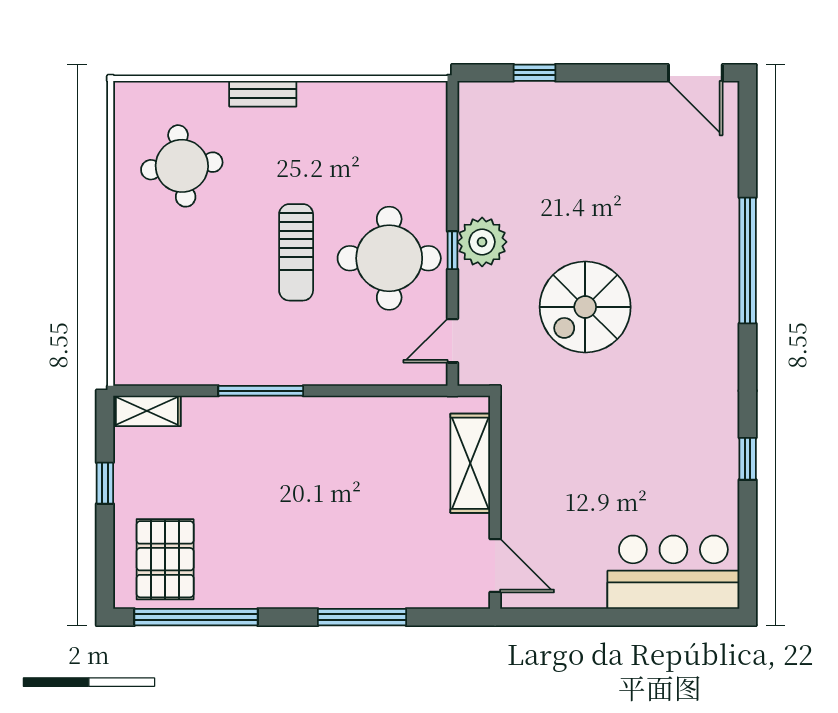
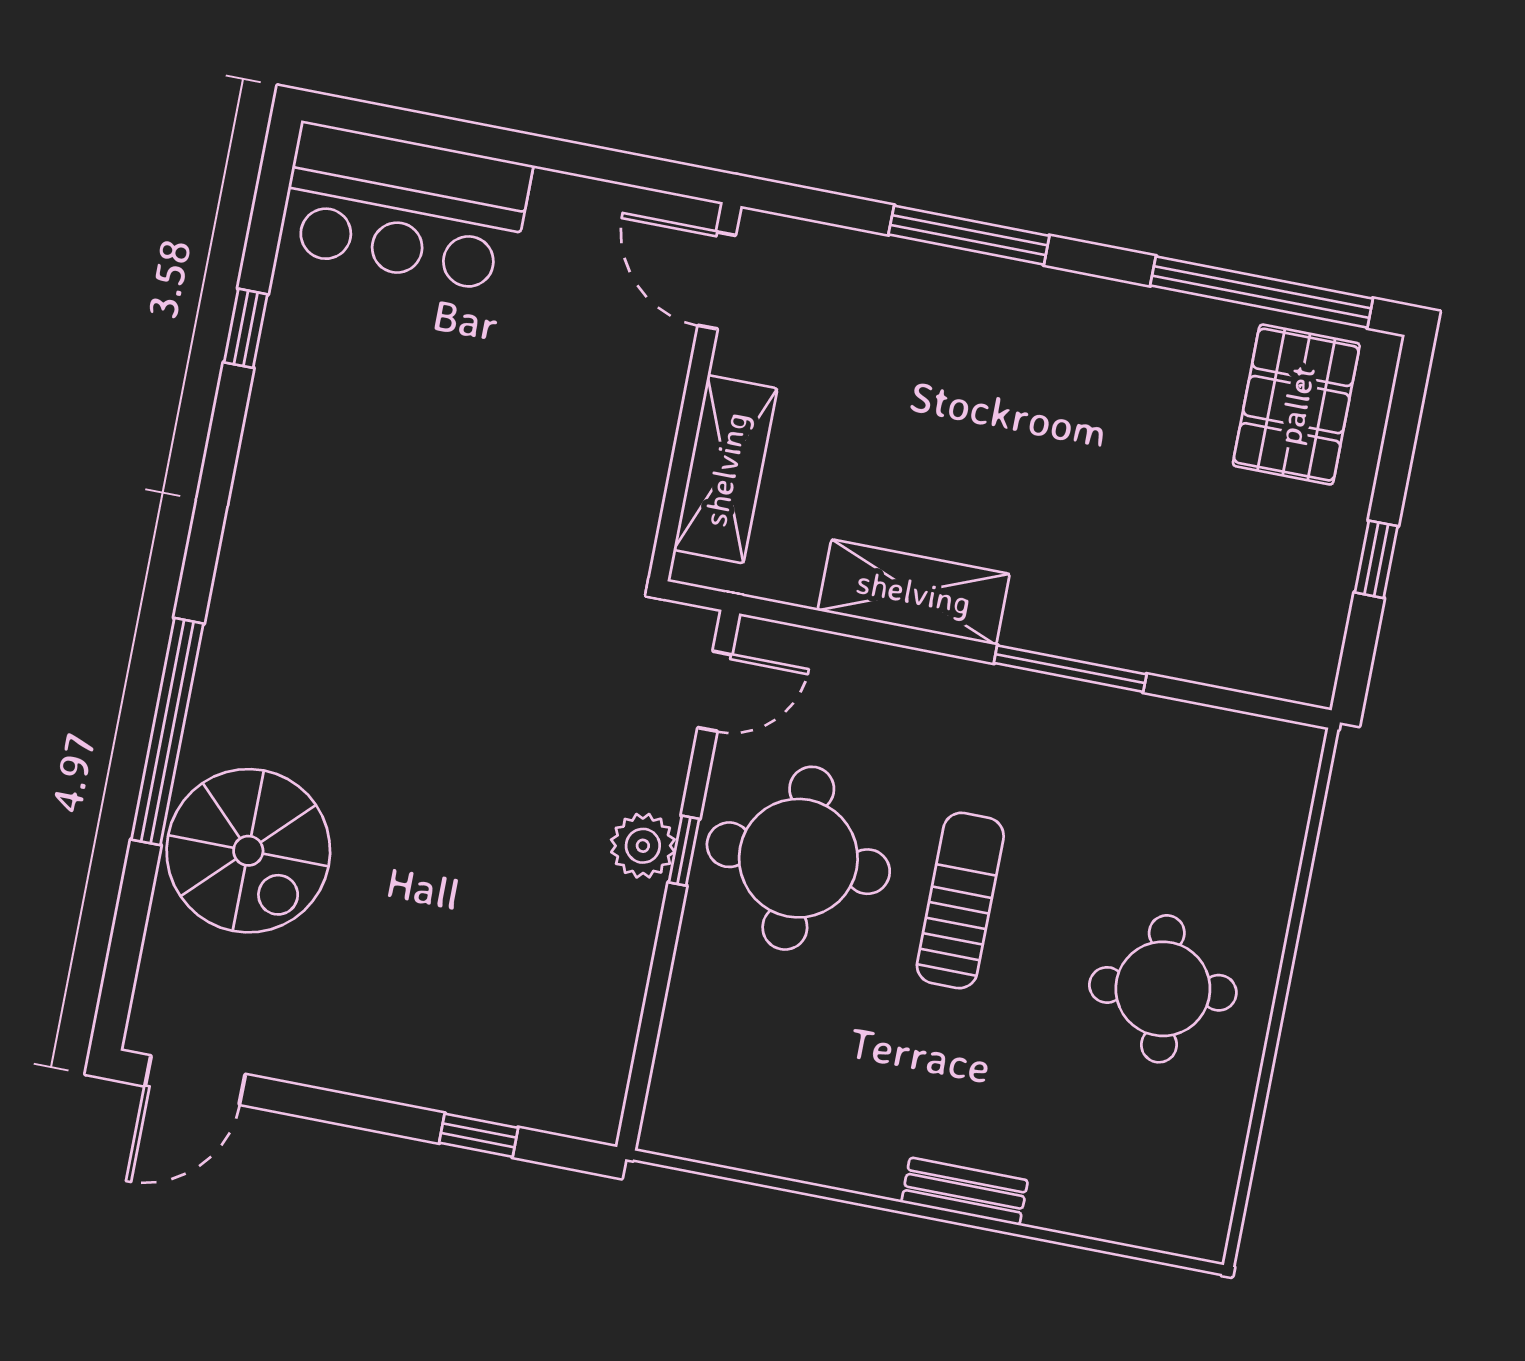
door: (695, 73) -> (195, 1080), swing flipped
round table: (182, 166) -> (1163, 989), moved
plant: (482, 242) -> (643, 846), width x0.73, depth x0.73
spiral stairs: (585, 307) -> (248, 851), moved, turned 90
shelving: (147, 411) -> (914, 592), moved, width x1.50, depth x1.33
window: (748, 459) -> (246, 328), moved

